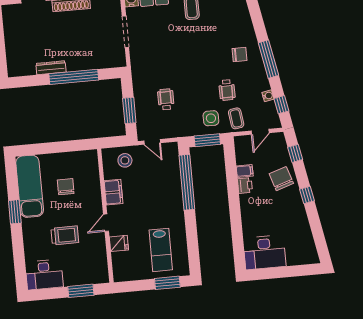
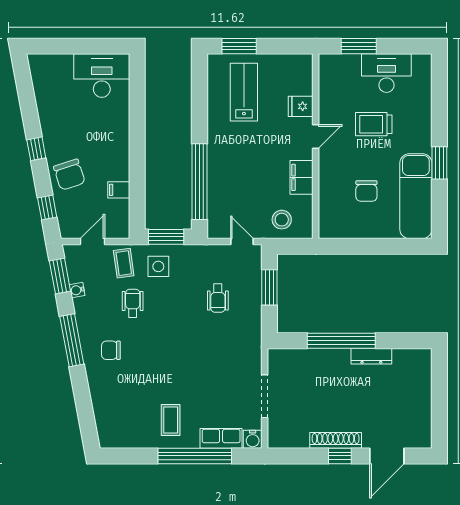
window: (281, 105) -> (60, 276), width x1.50
printer: (245, 185) -> (120, 170), removed
desk: (44, 275) -> (386, 73), moved

